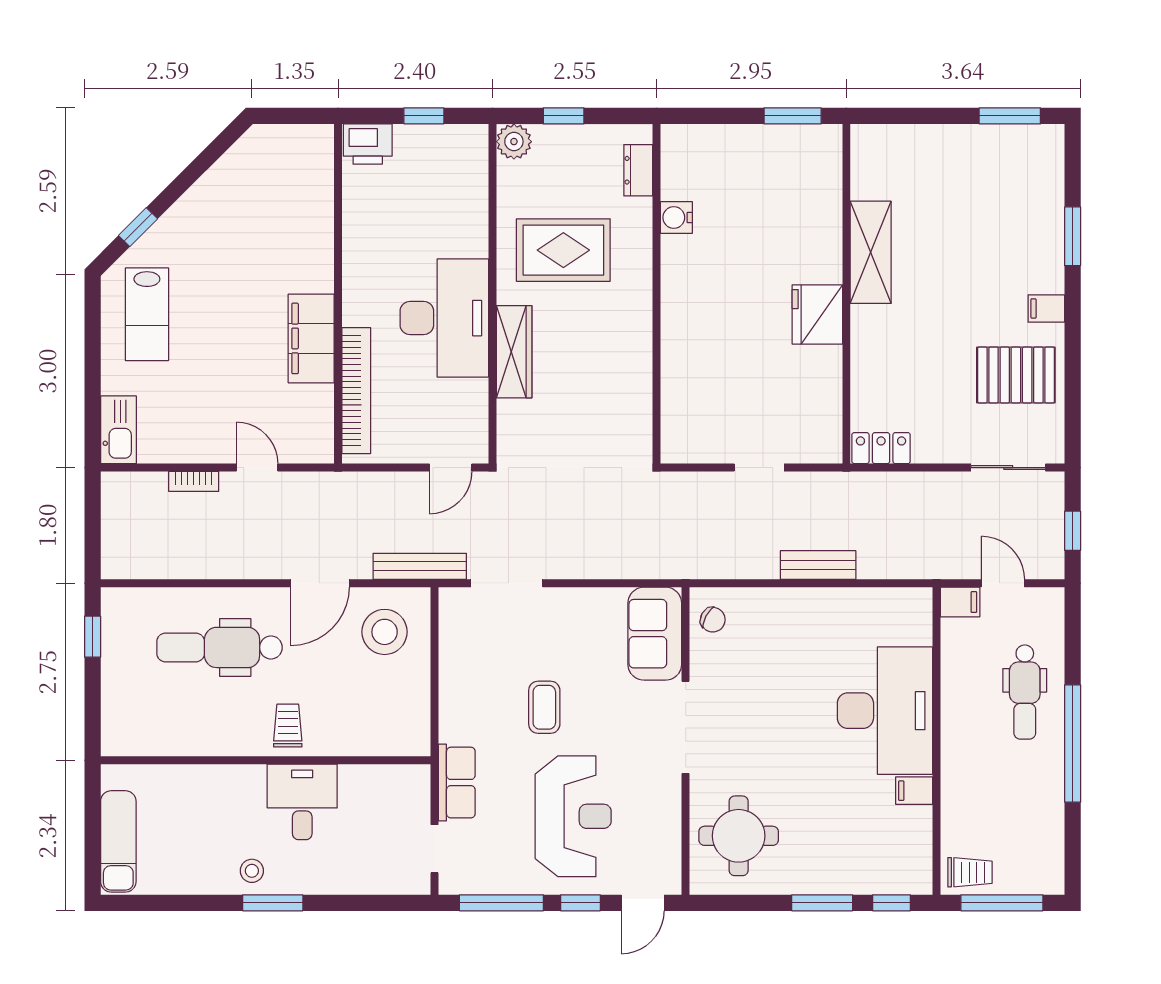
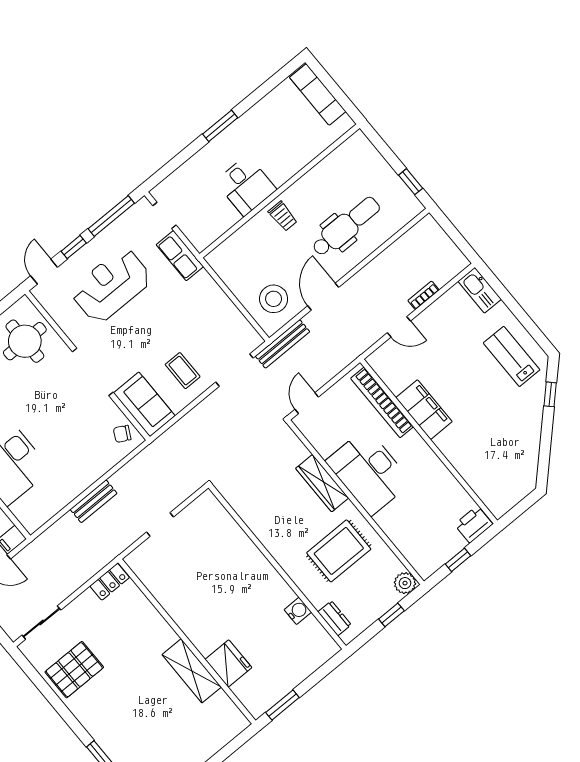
filing cabinet: (1046, 308) -> (86, 713), removed
fridge: (817, 314) -> (228, 664), moved
coffee table: (544, 707) -> (183, 371), moved
reception desk: (573, 816) -> (111, 285), turned 90
stool: (252, 871) -> (243, 133), removed

